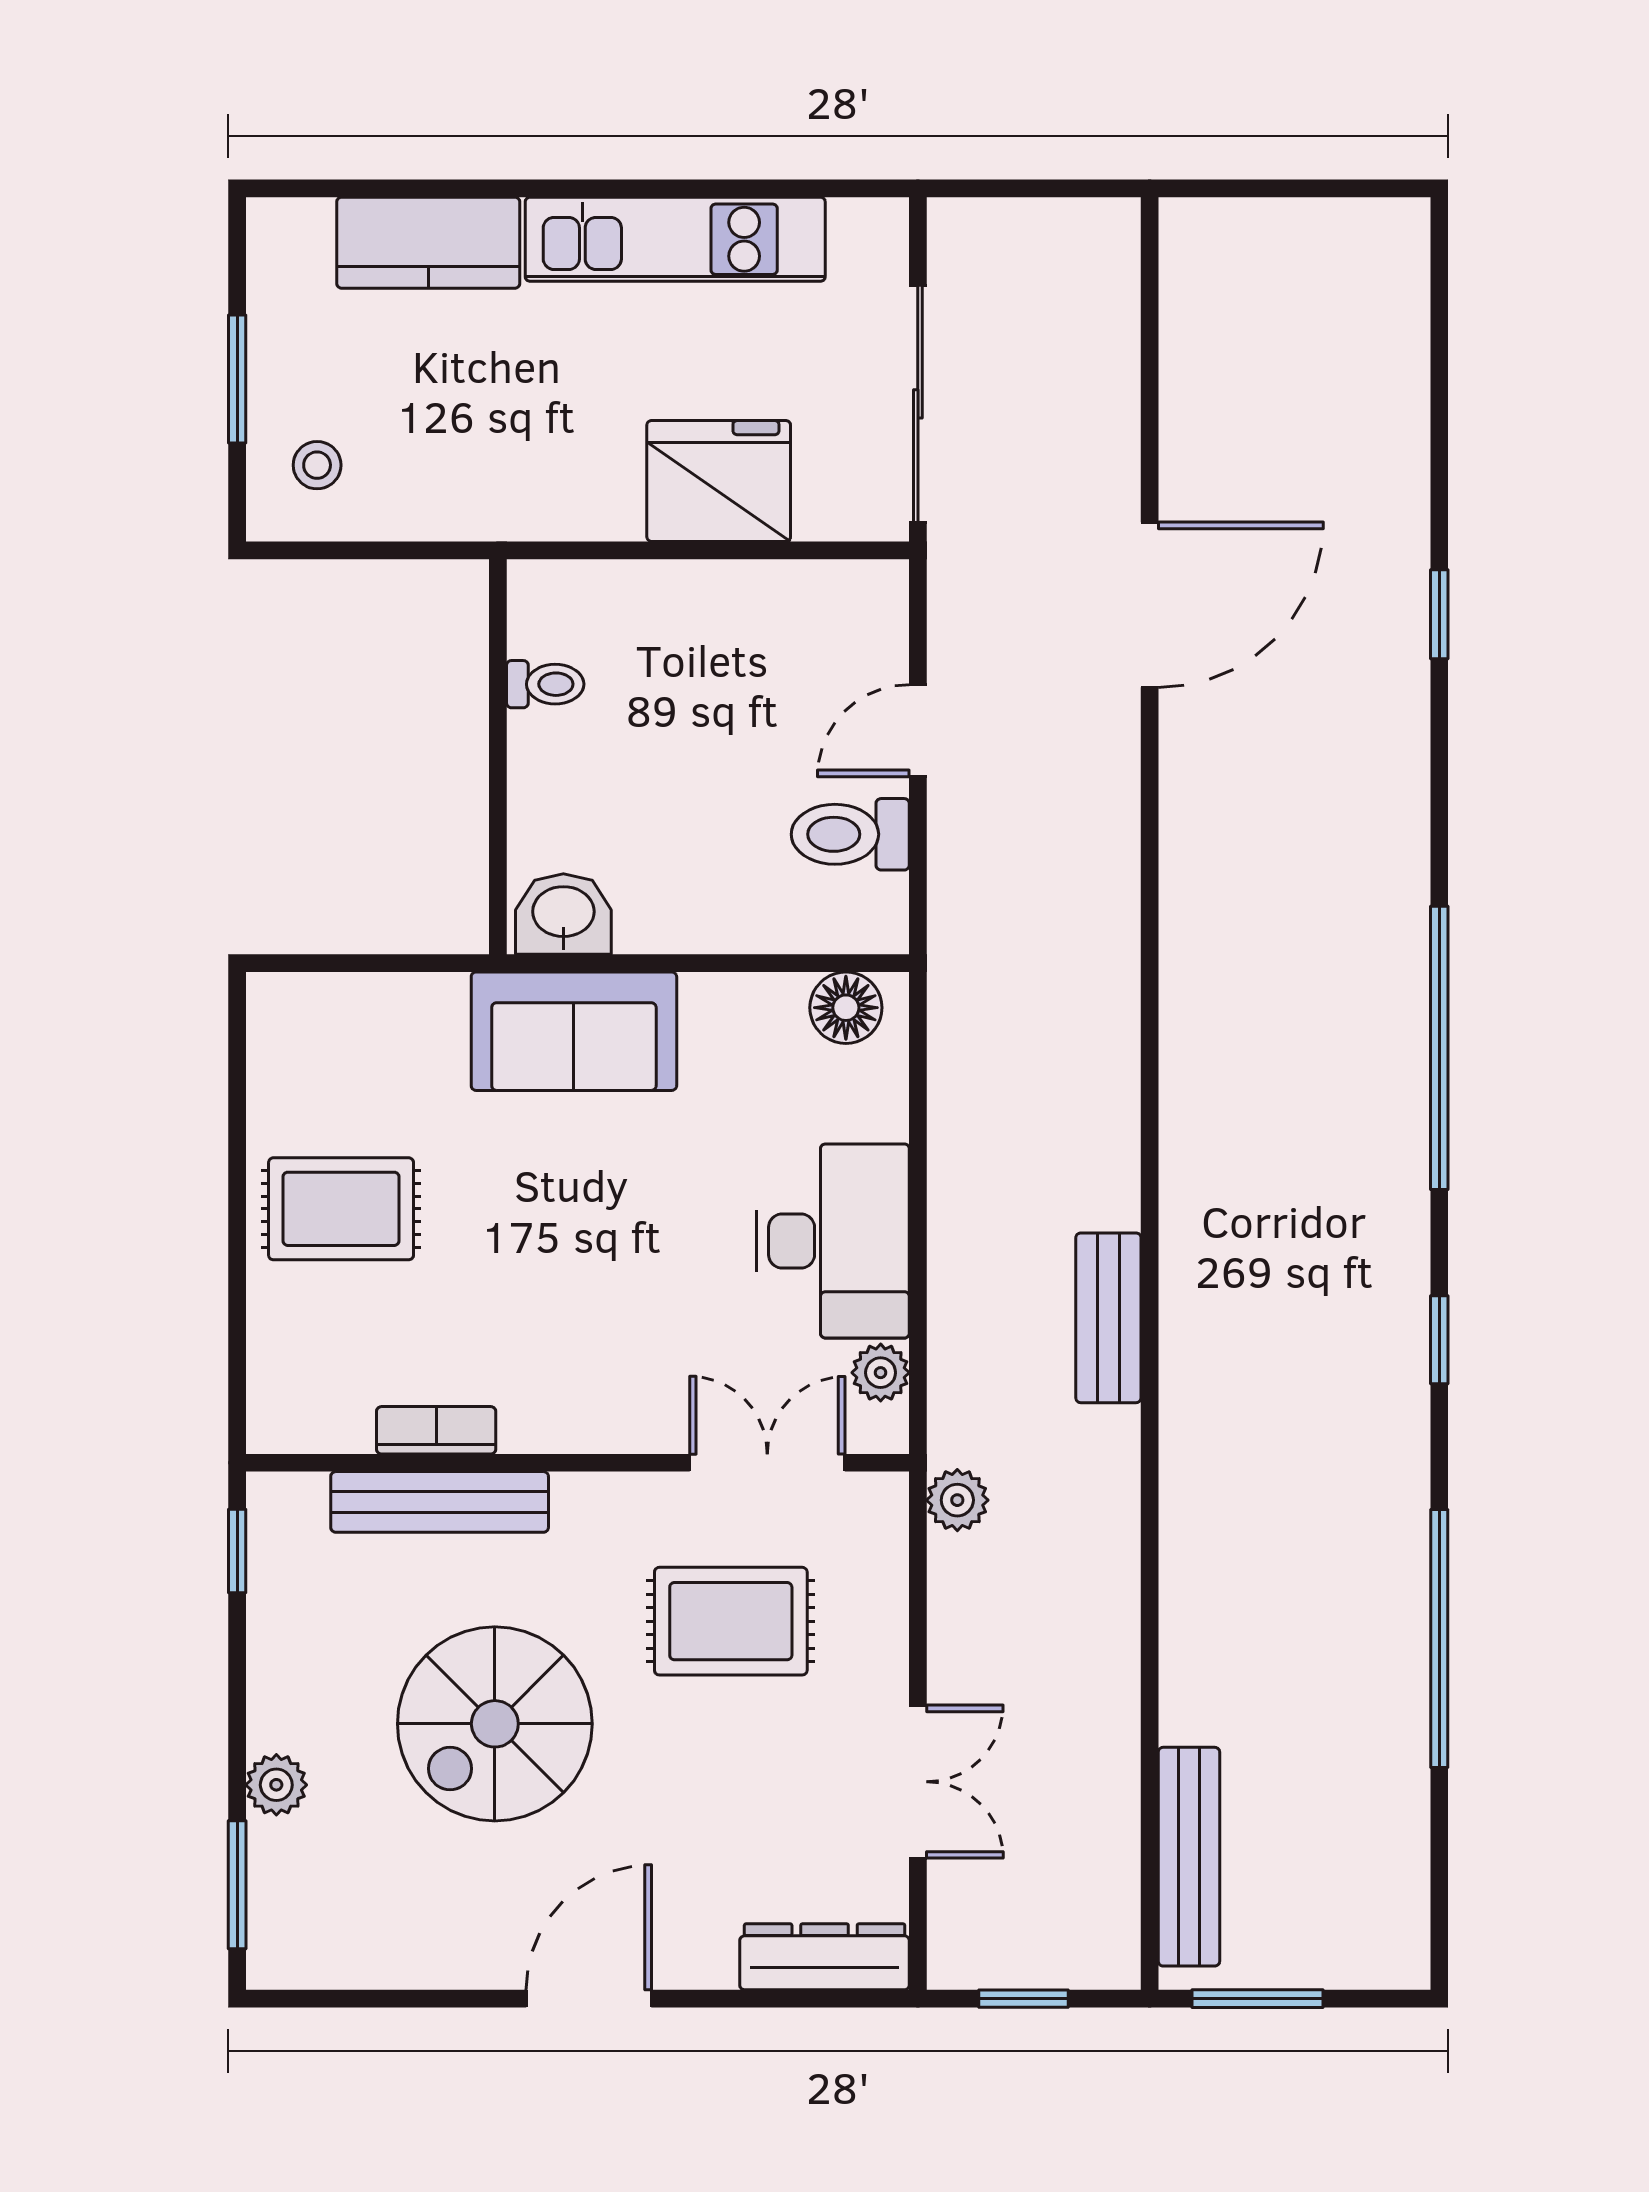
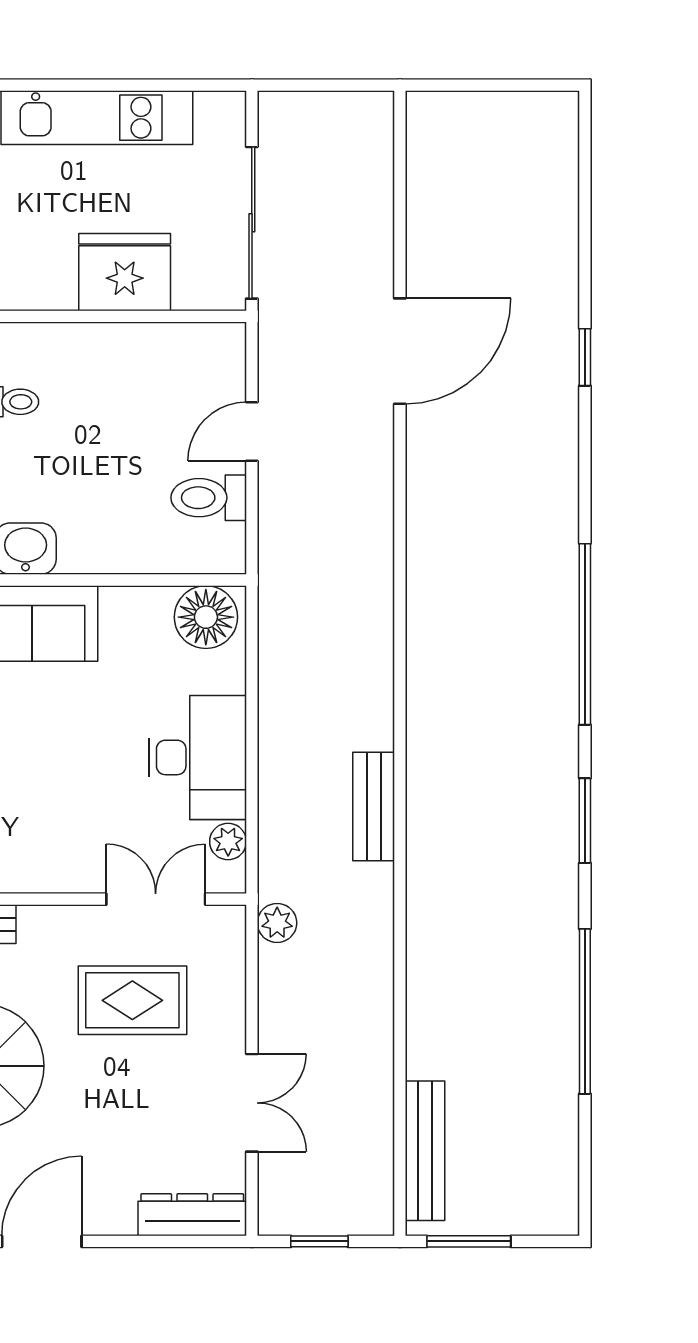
floor lamp: (846, 1008) -> (206, 617), width x1.38, depth x1.38
window: (1439, 1340) -> (585, 821), width x1.50

